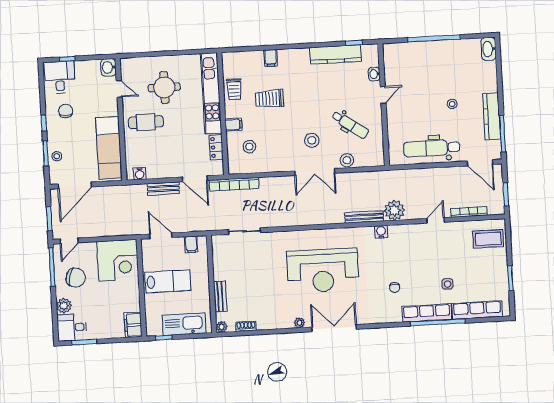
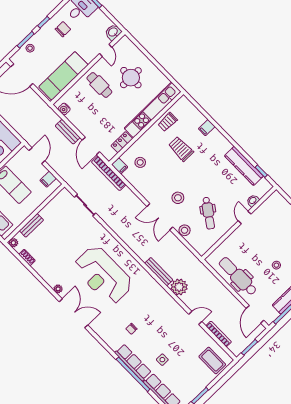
door: (383, 95) -> (245, 217), swing flipped
filing cabinet: (234, 125) -> (120, 166), moved
water cooler: (381, 232) -> (159, 290), removed

